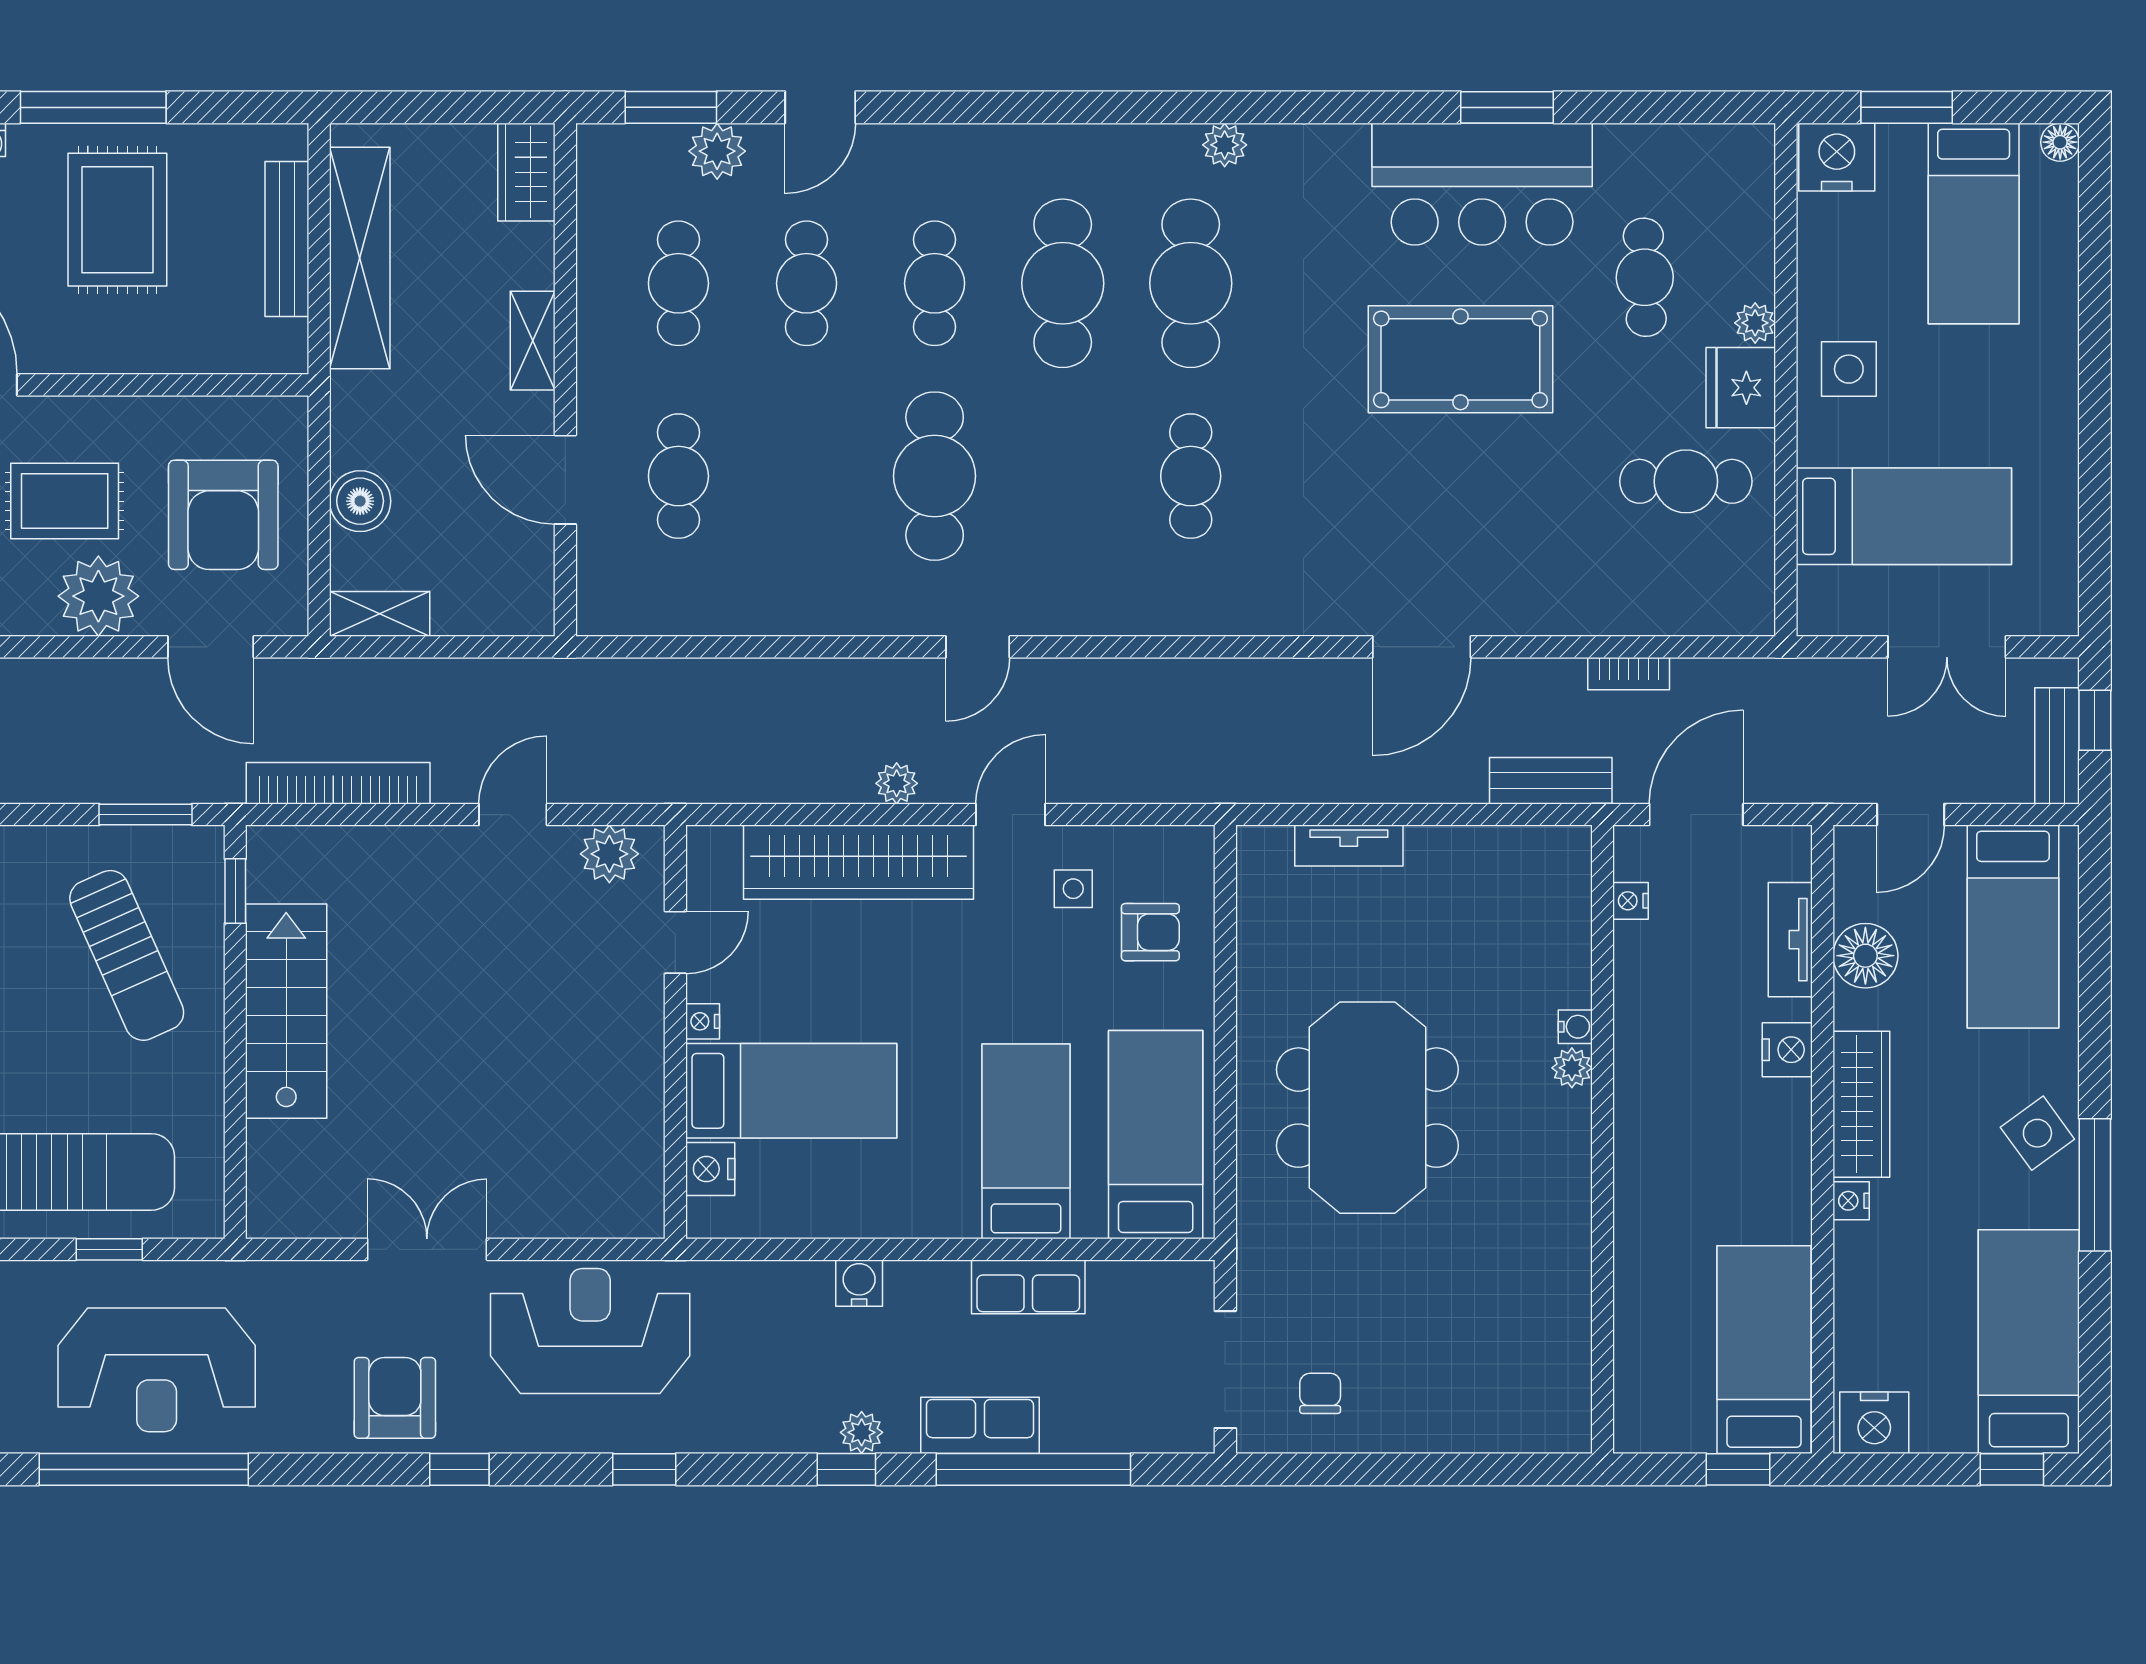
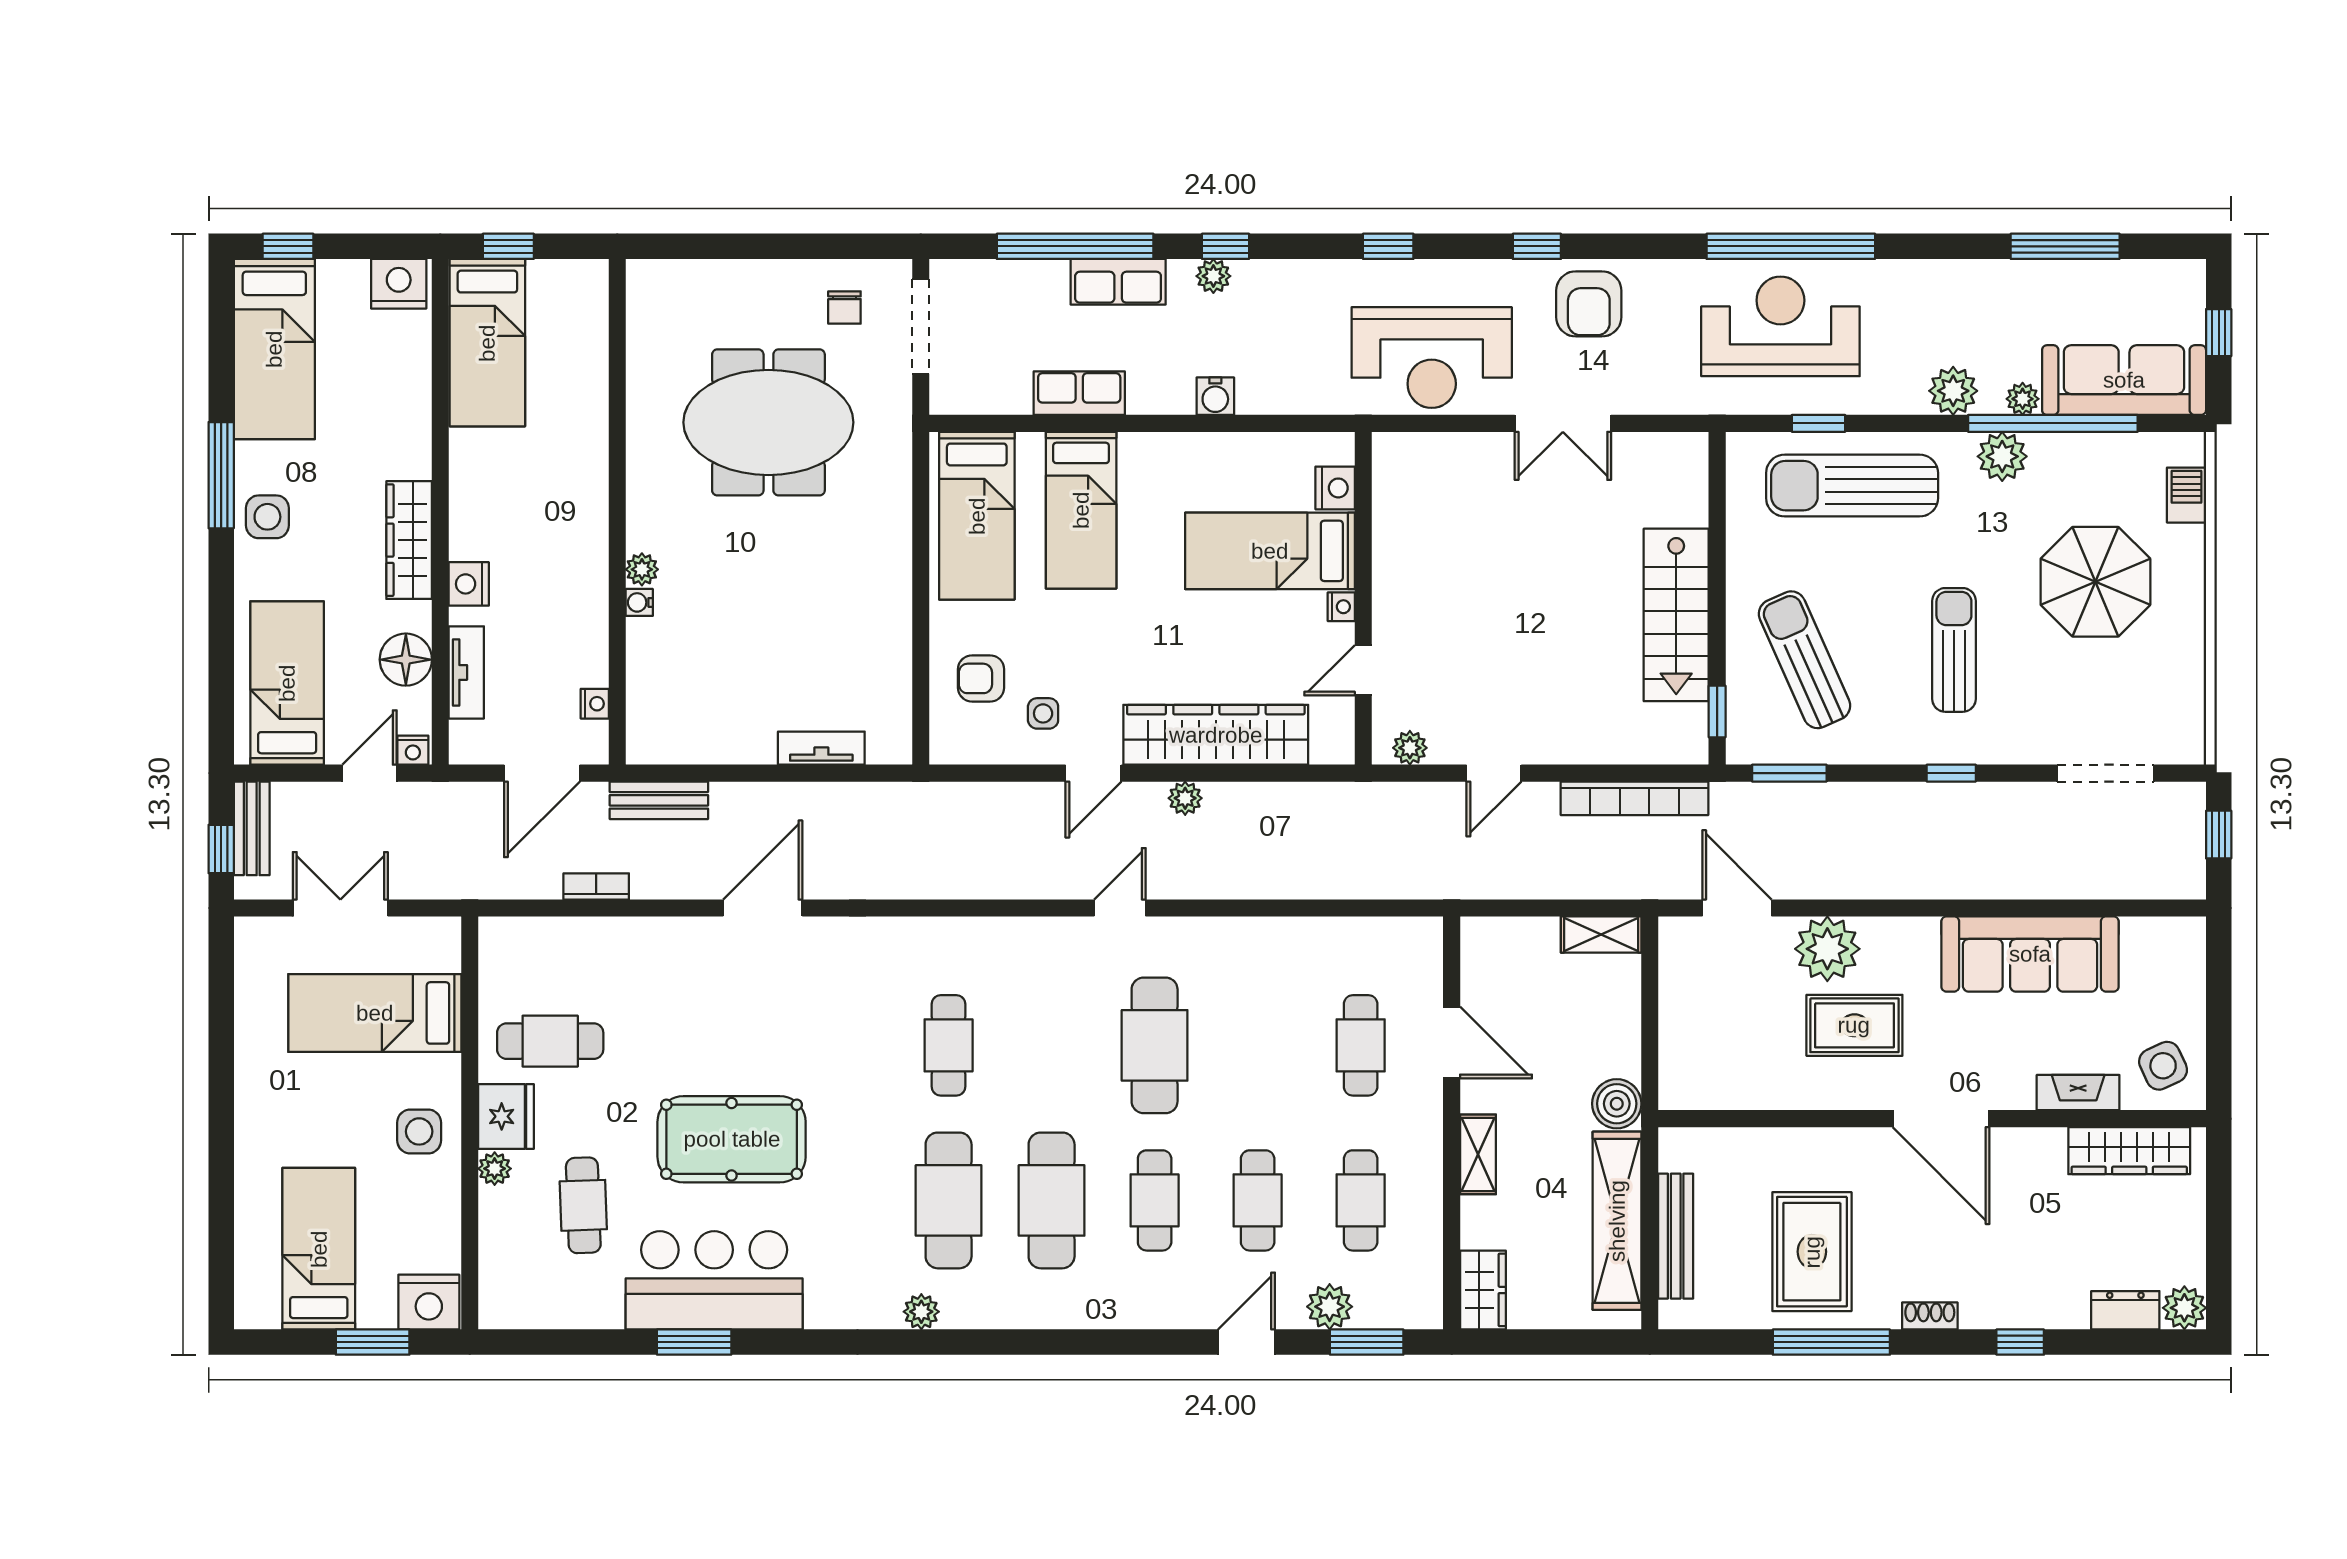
floor lamp: (2060, 142) -> (249, 1314), removed
boiler: (360, 501) -> (1617, 1104), moved
armchair: (223, 515) -> (1727, 1014), removed
plant: (609, 854) -> (1410, 748), width x0.73, depth x0.73
meeting table: (1367, 1108) -> (768, 422), moved, turned 90
side table: (2037, 1133) -> (267, 517), turned 36
nightstand: (1851, 1201) -> (413, 750), moved, turned 90

